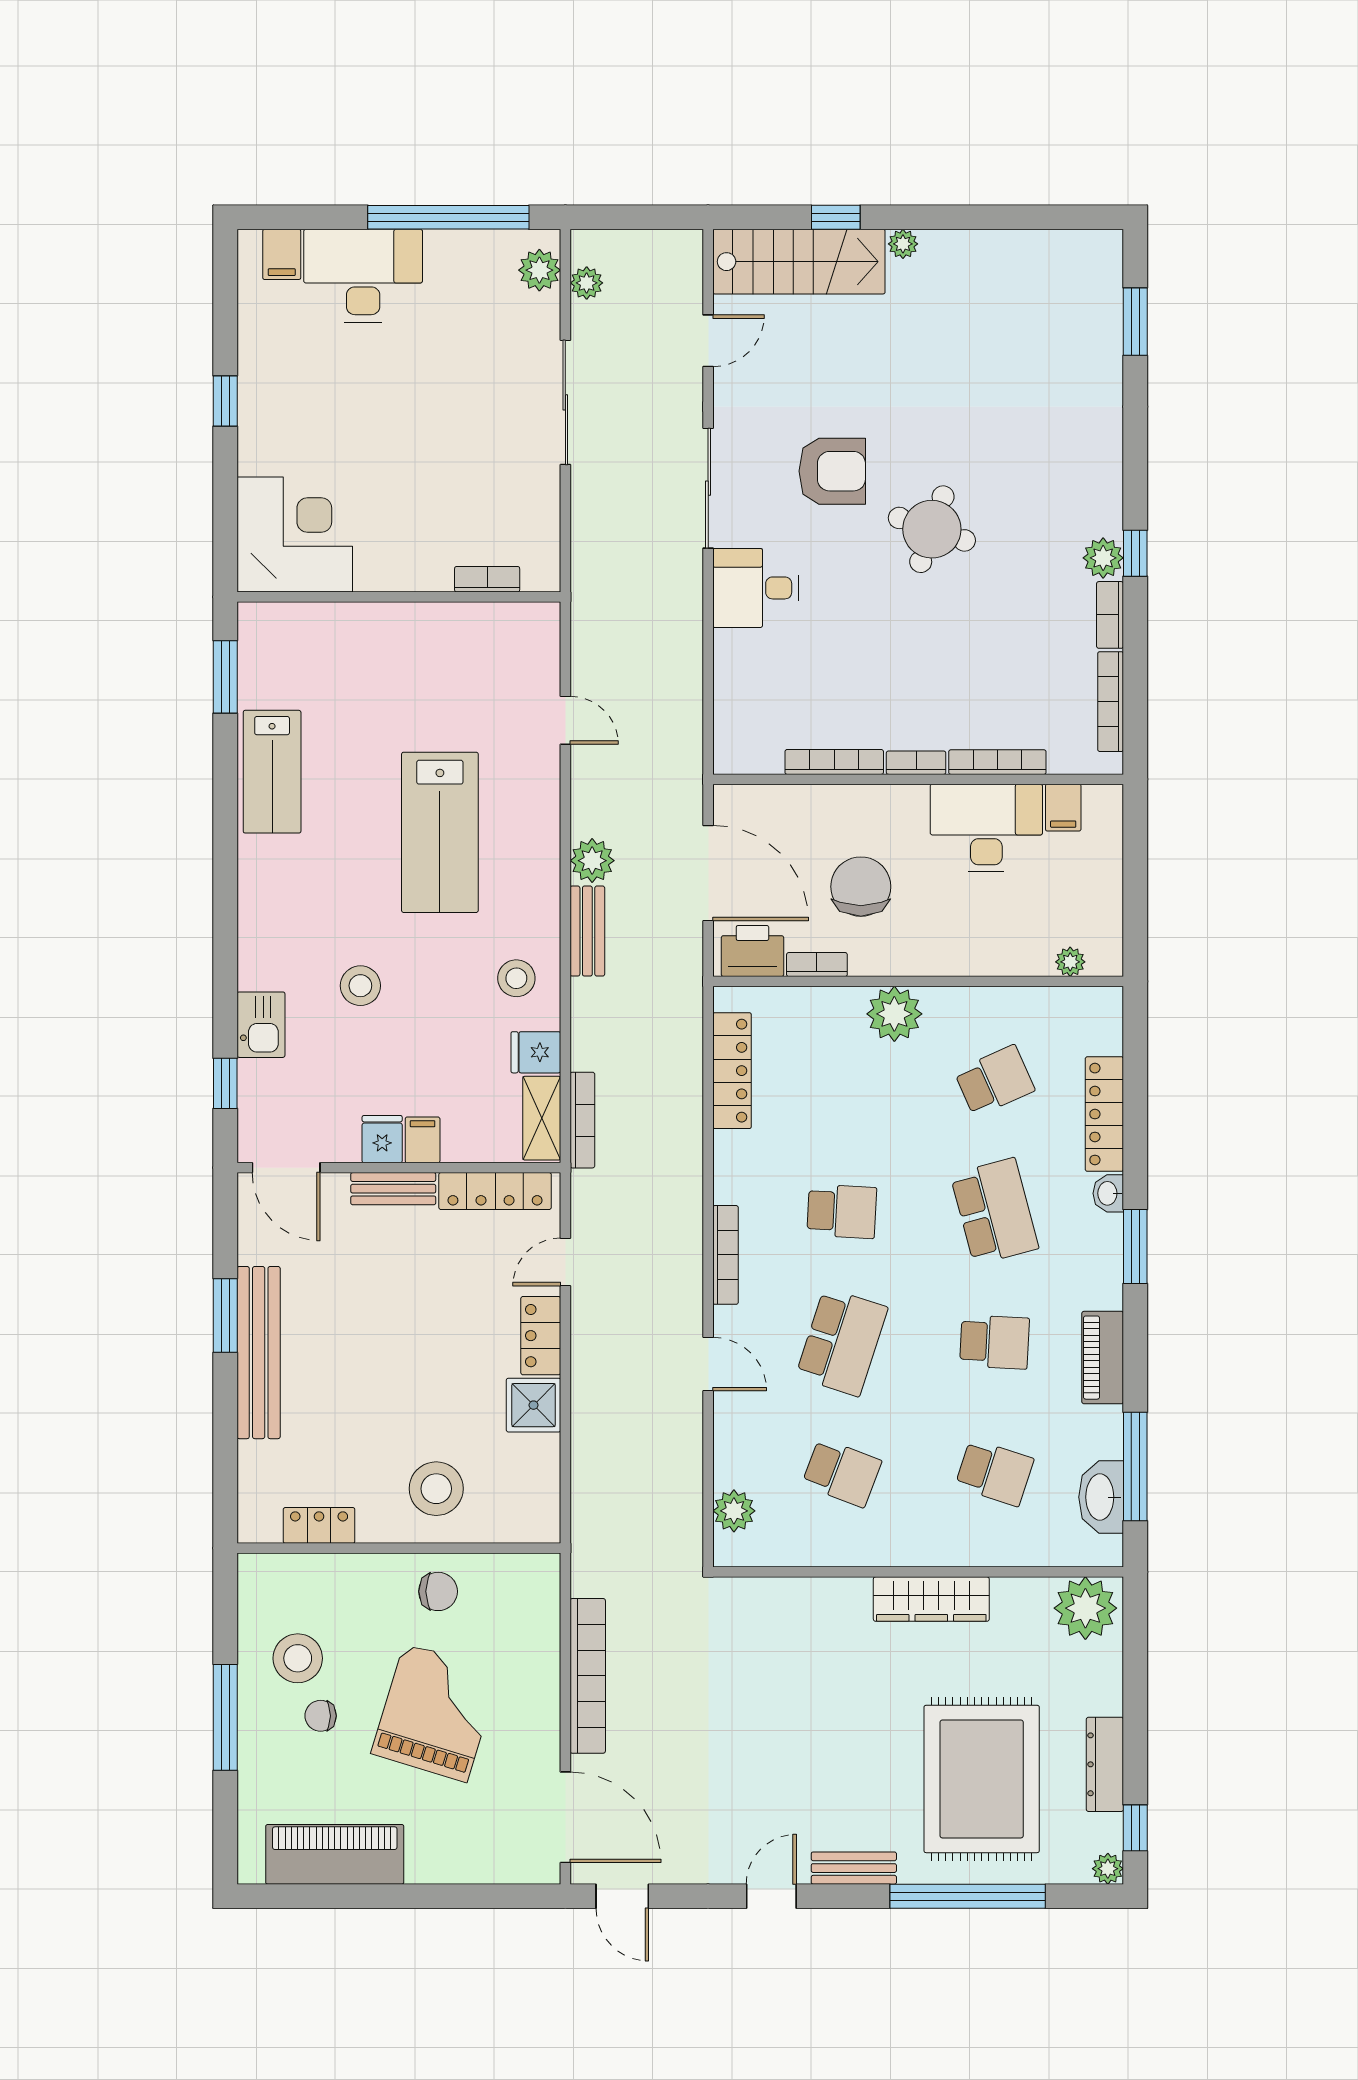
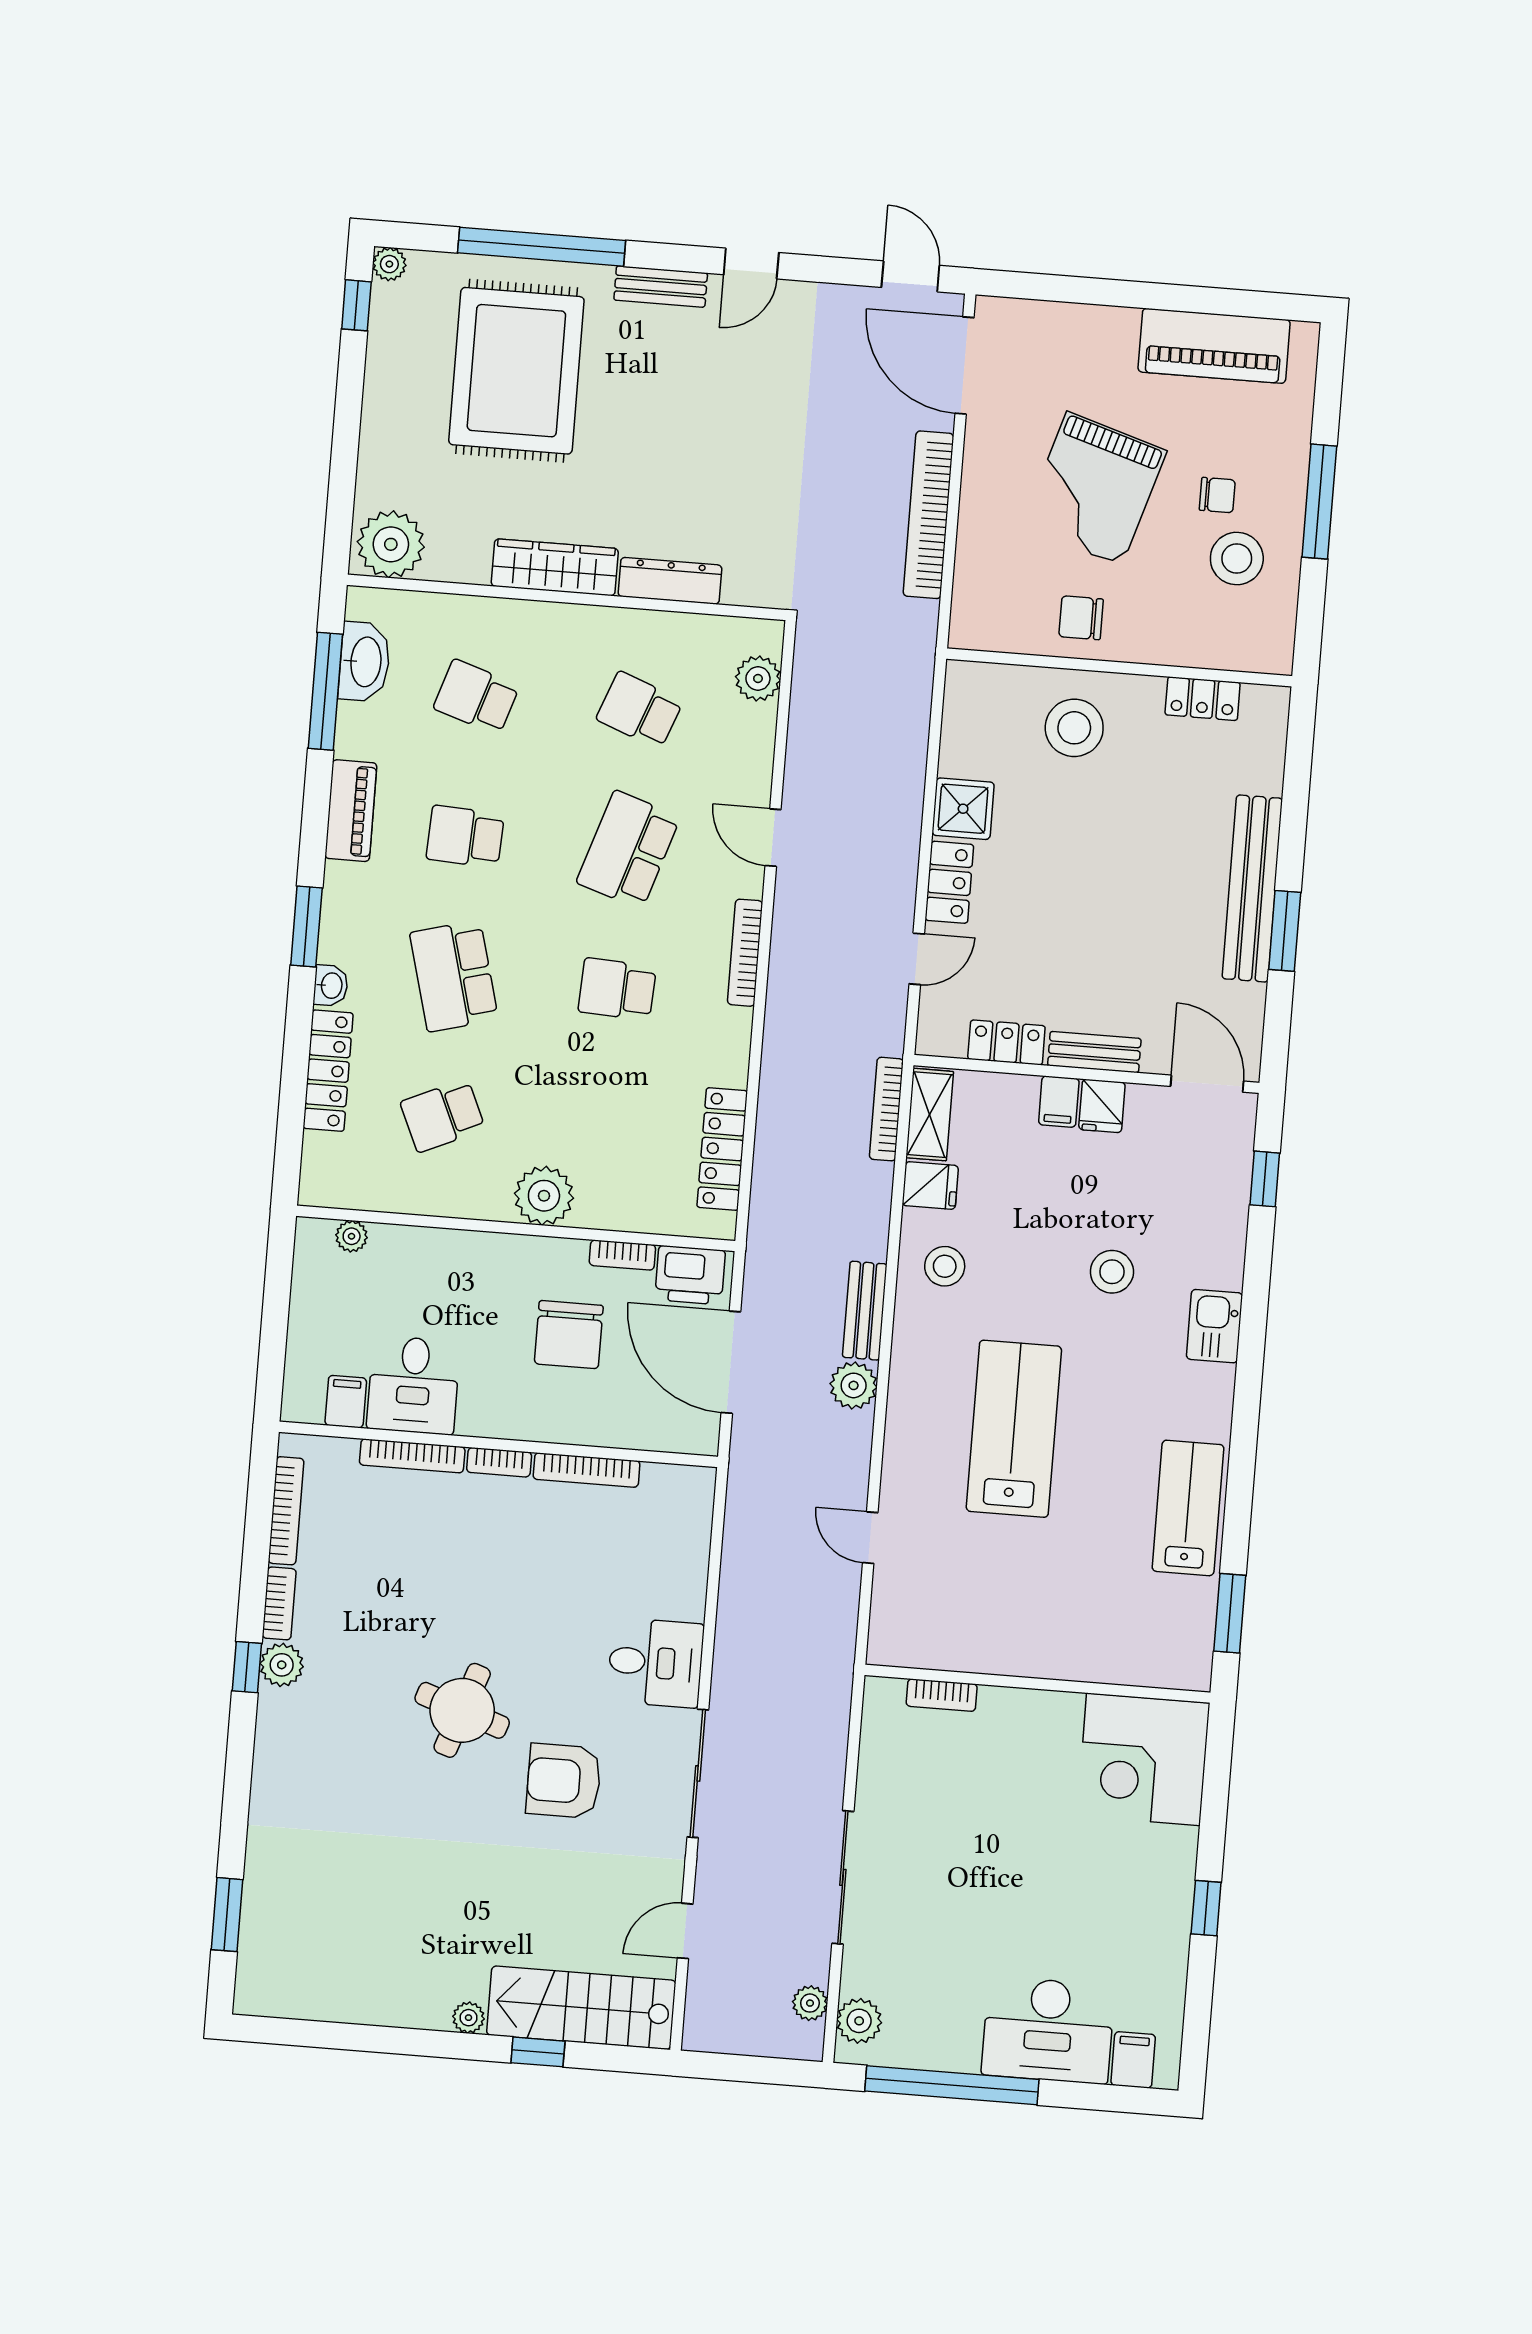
desk: (986, 828) -> (413, 1385), width x0.73
kitchen sink: (261, 1025) -> (1215, 1326), moved
locker: (495, 1191) -> (1006, 1042), width x0.66
dresser: (1105, 1764) -> (670, 581), moved, turned -90

